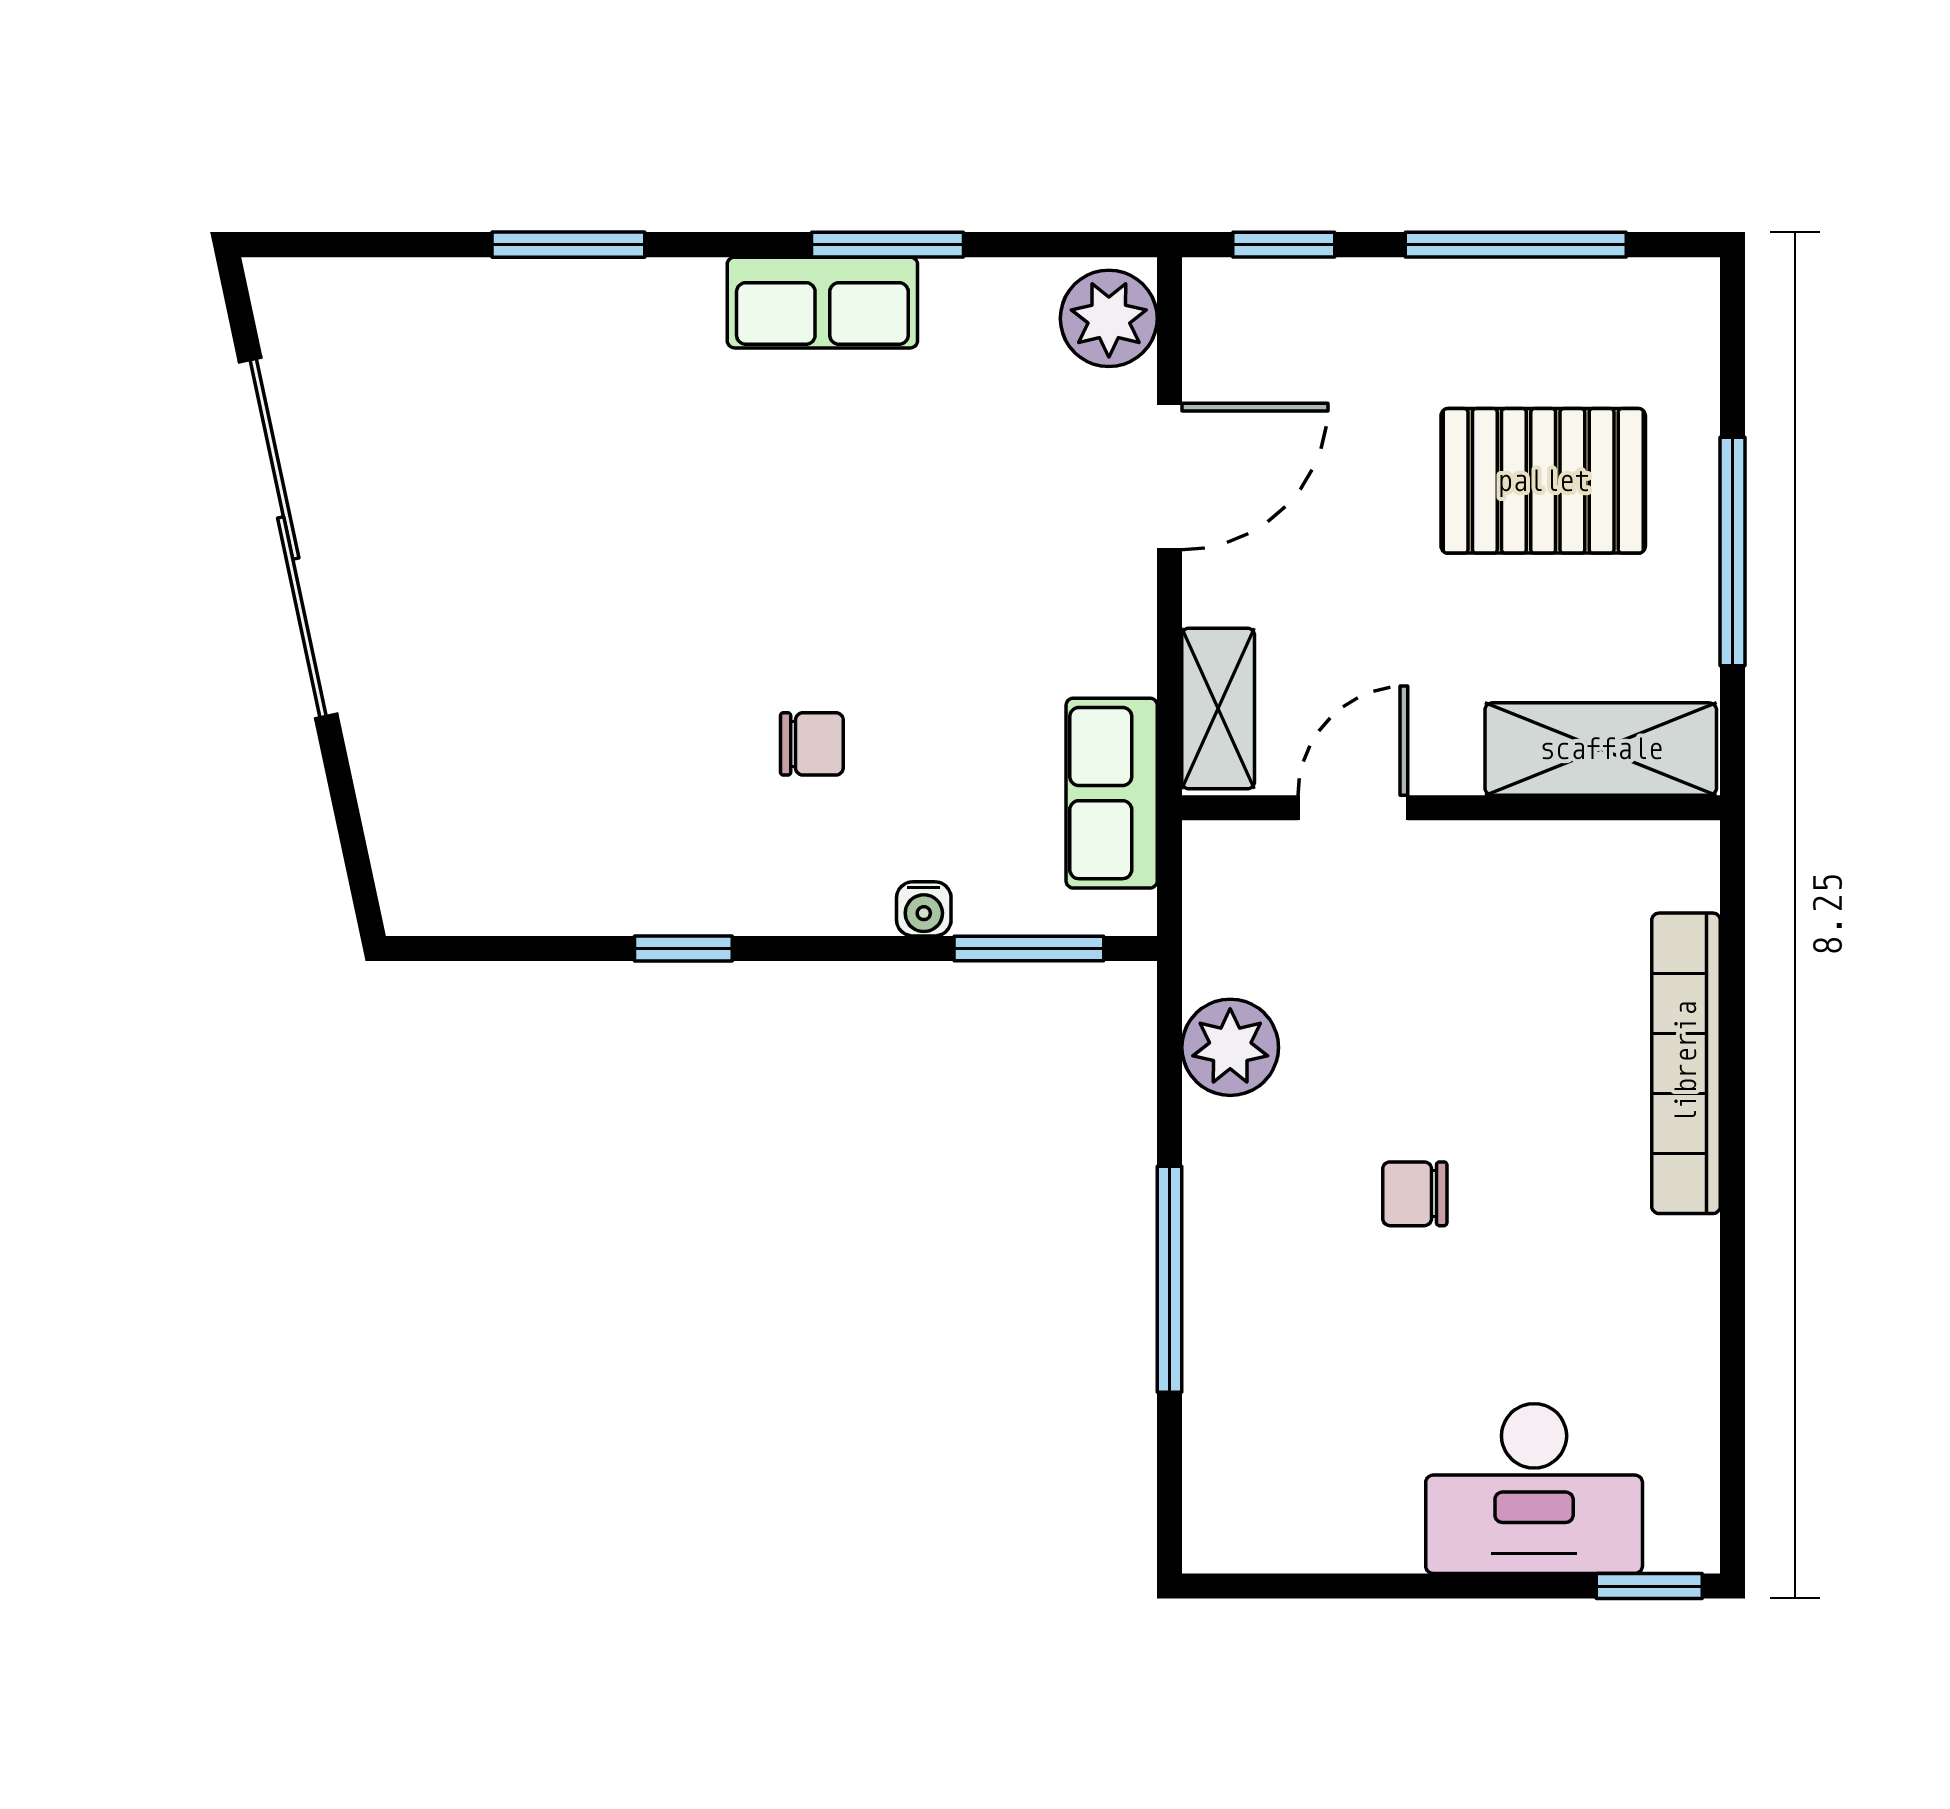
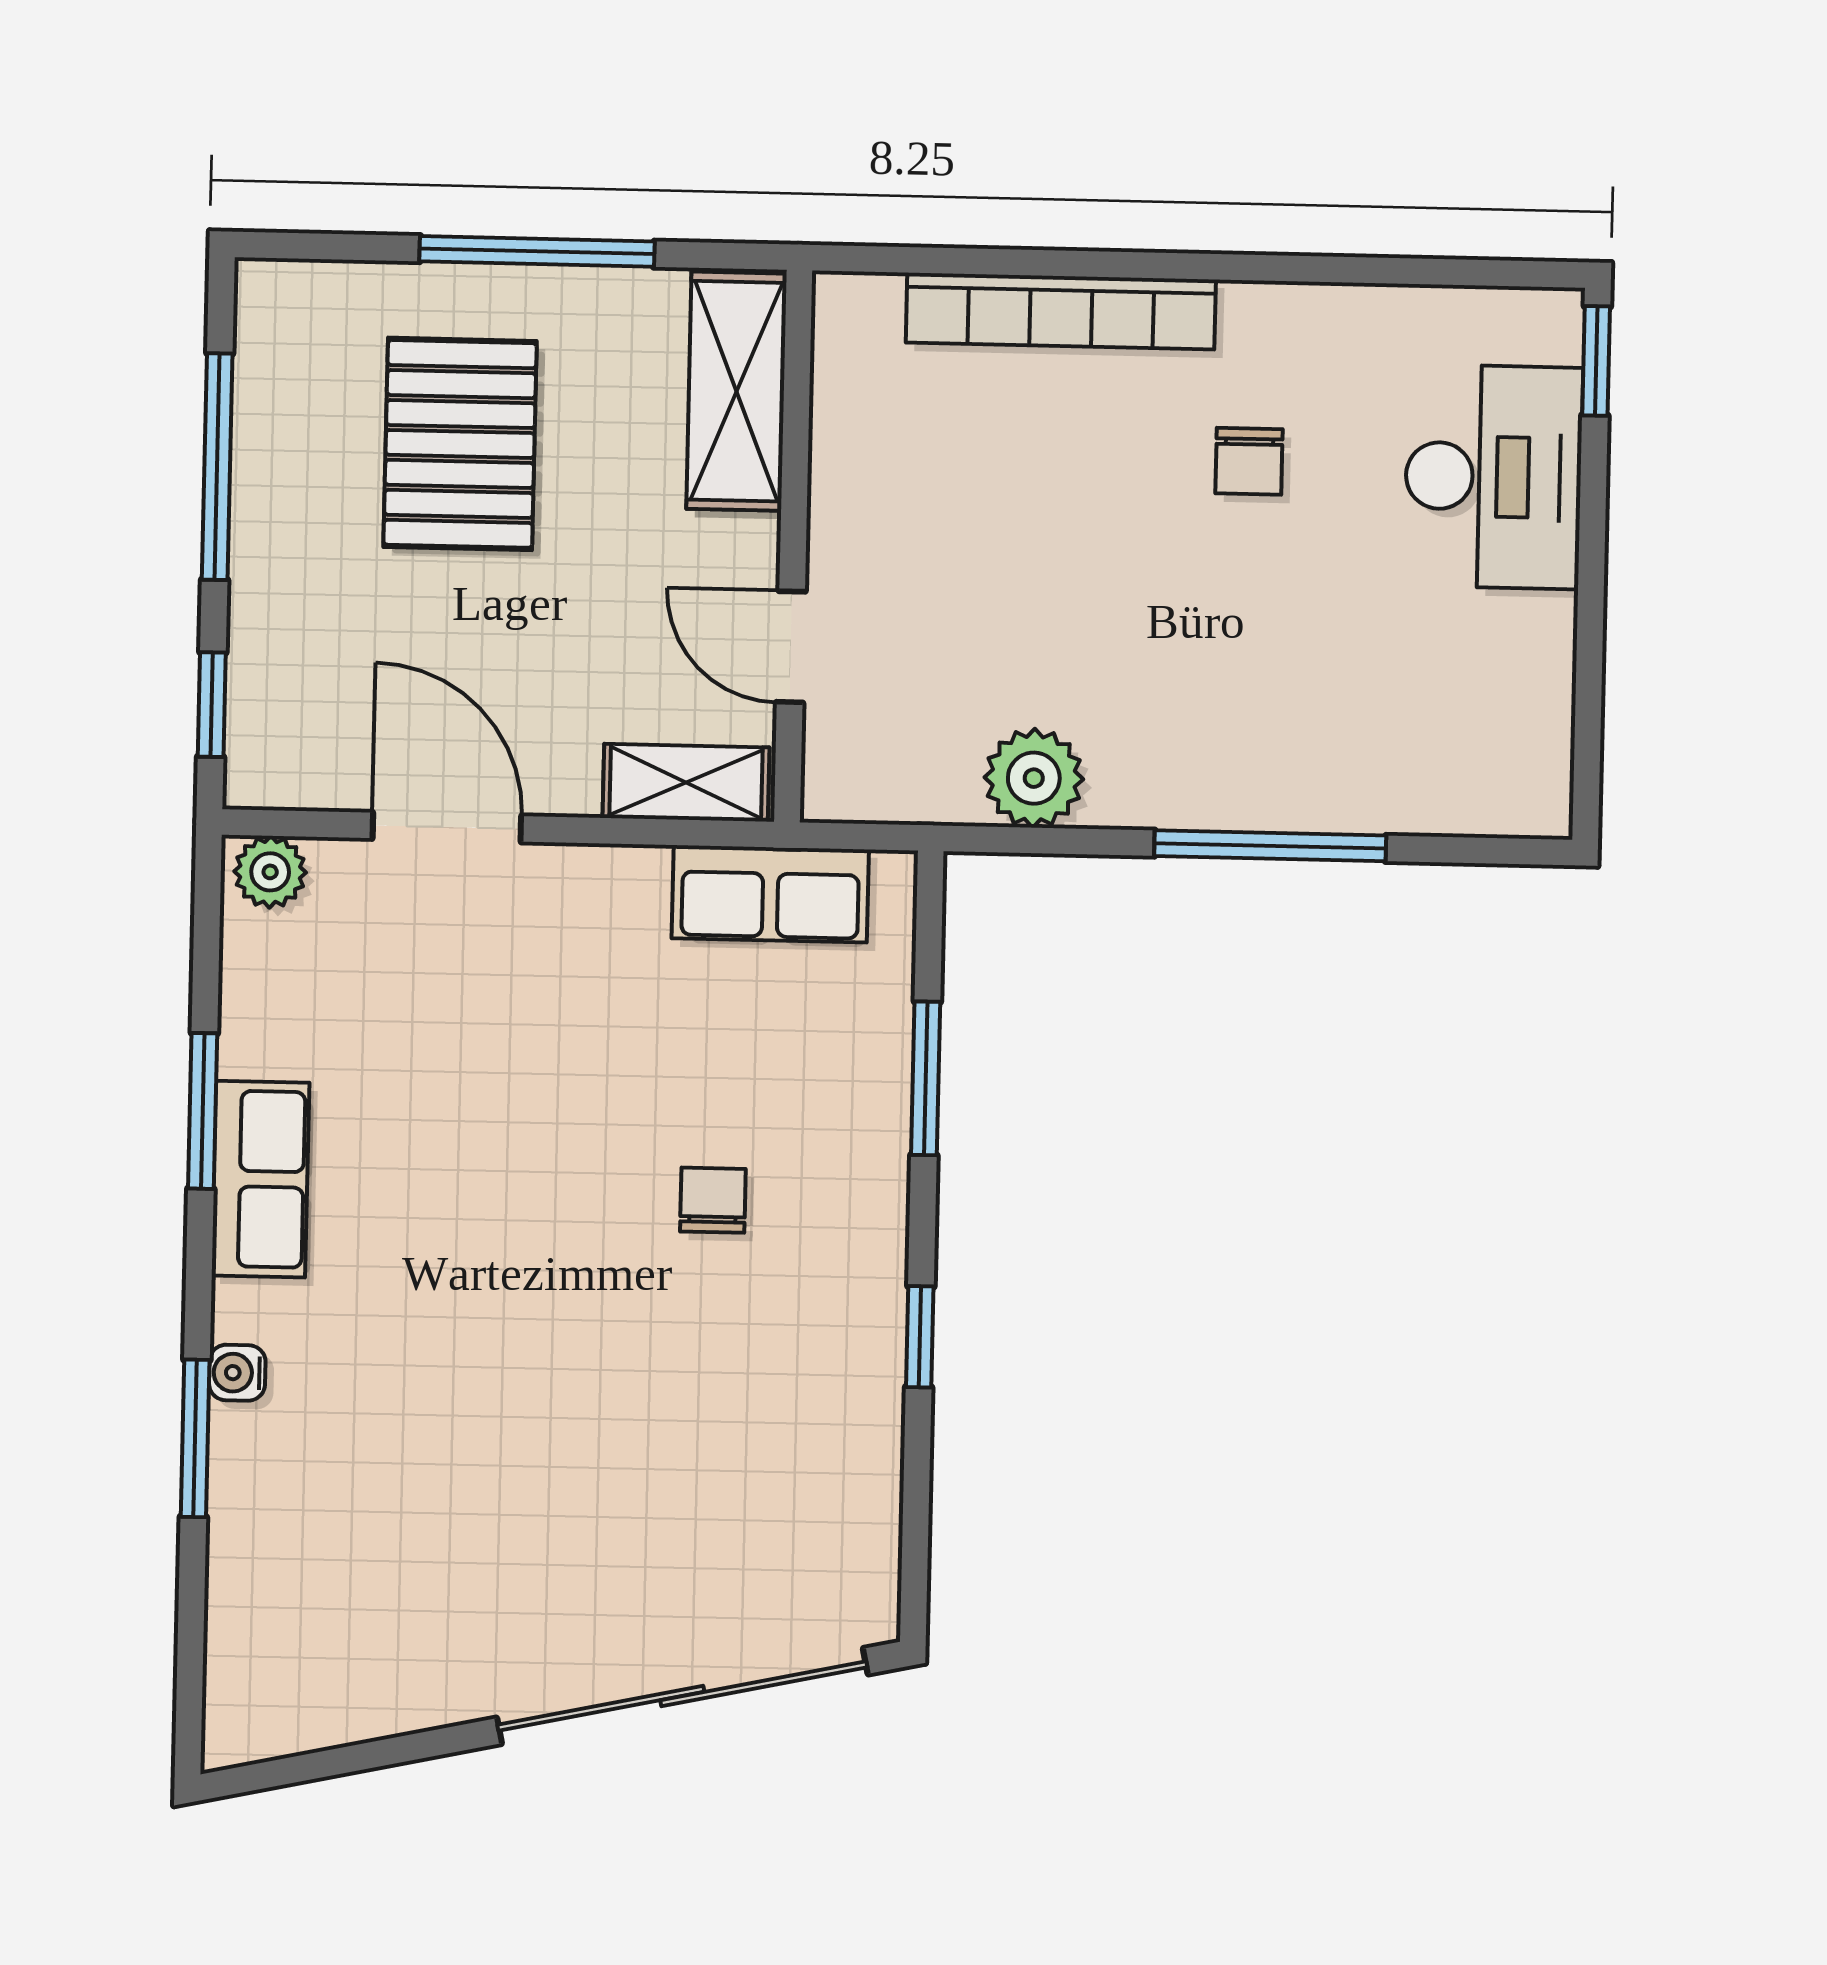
plant: (1109, 318) -> (270, 872), width x0.73, depth x0.73
sliding door: (288, 538) -> (682, 1696), moved
water cooler: (924, 909) -> (237, 1373), moved, turned 180
window: (1029, 948) -> (926, 1078), moved
chair: (1415, 1194) -> (1249, 461), moved

